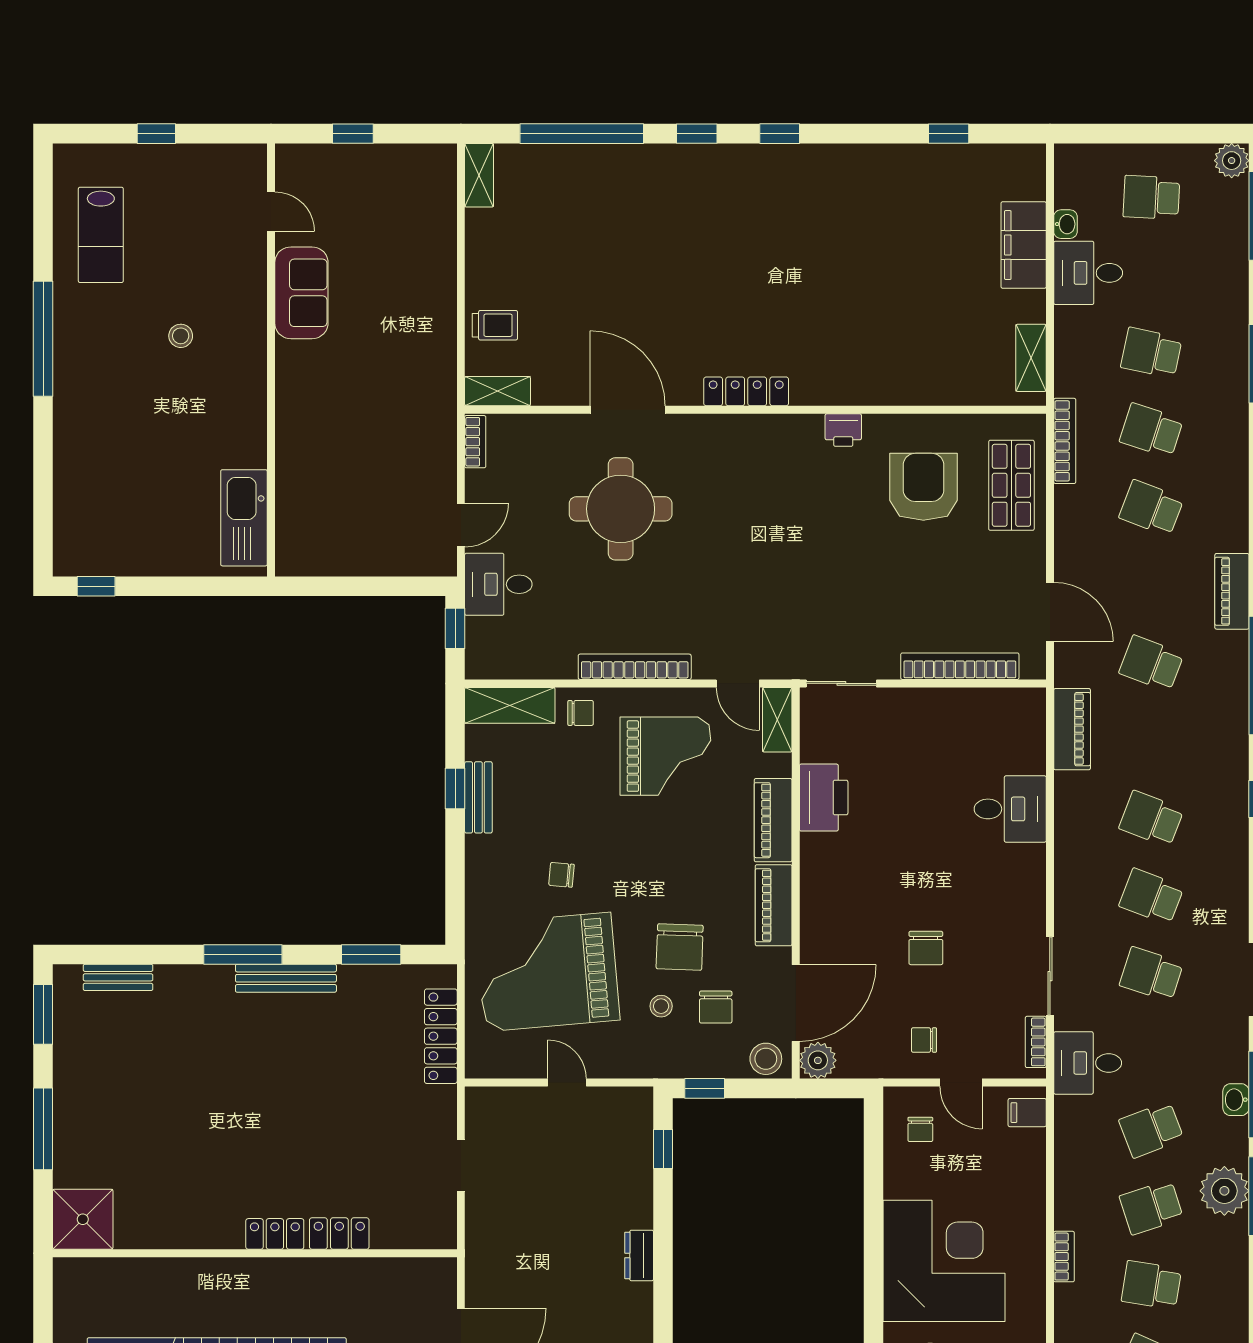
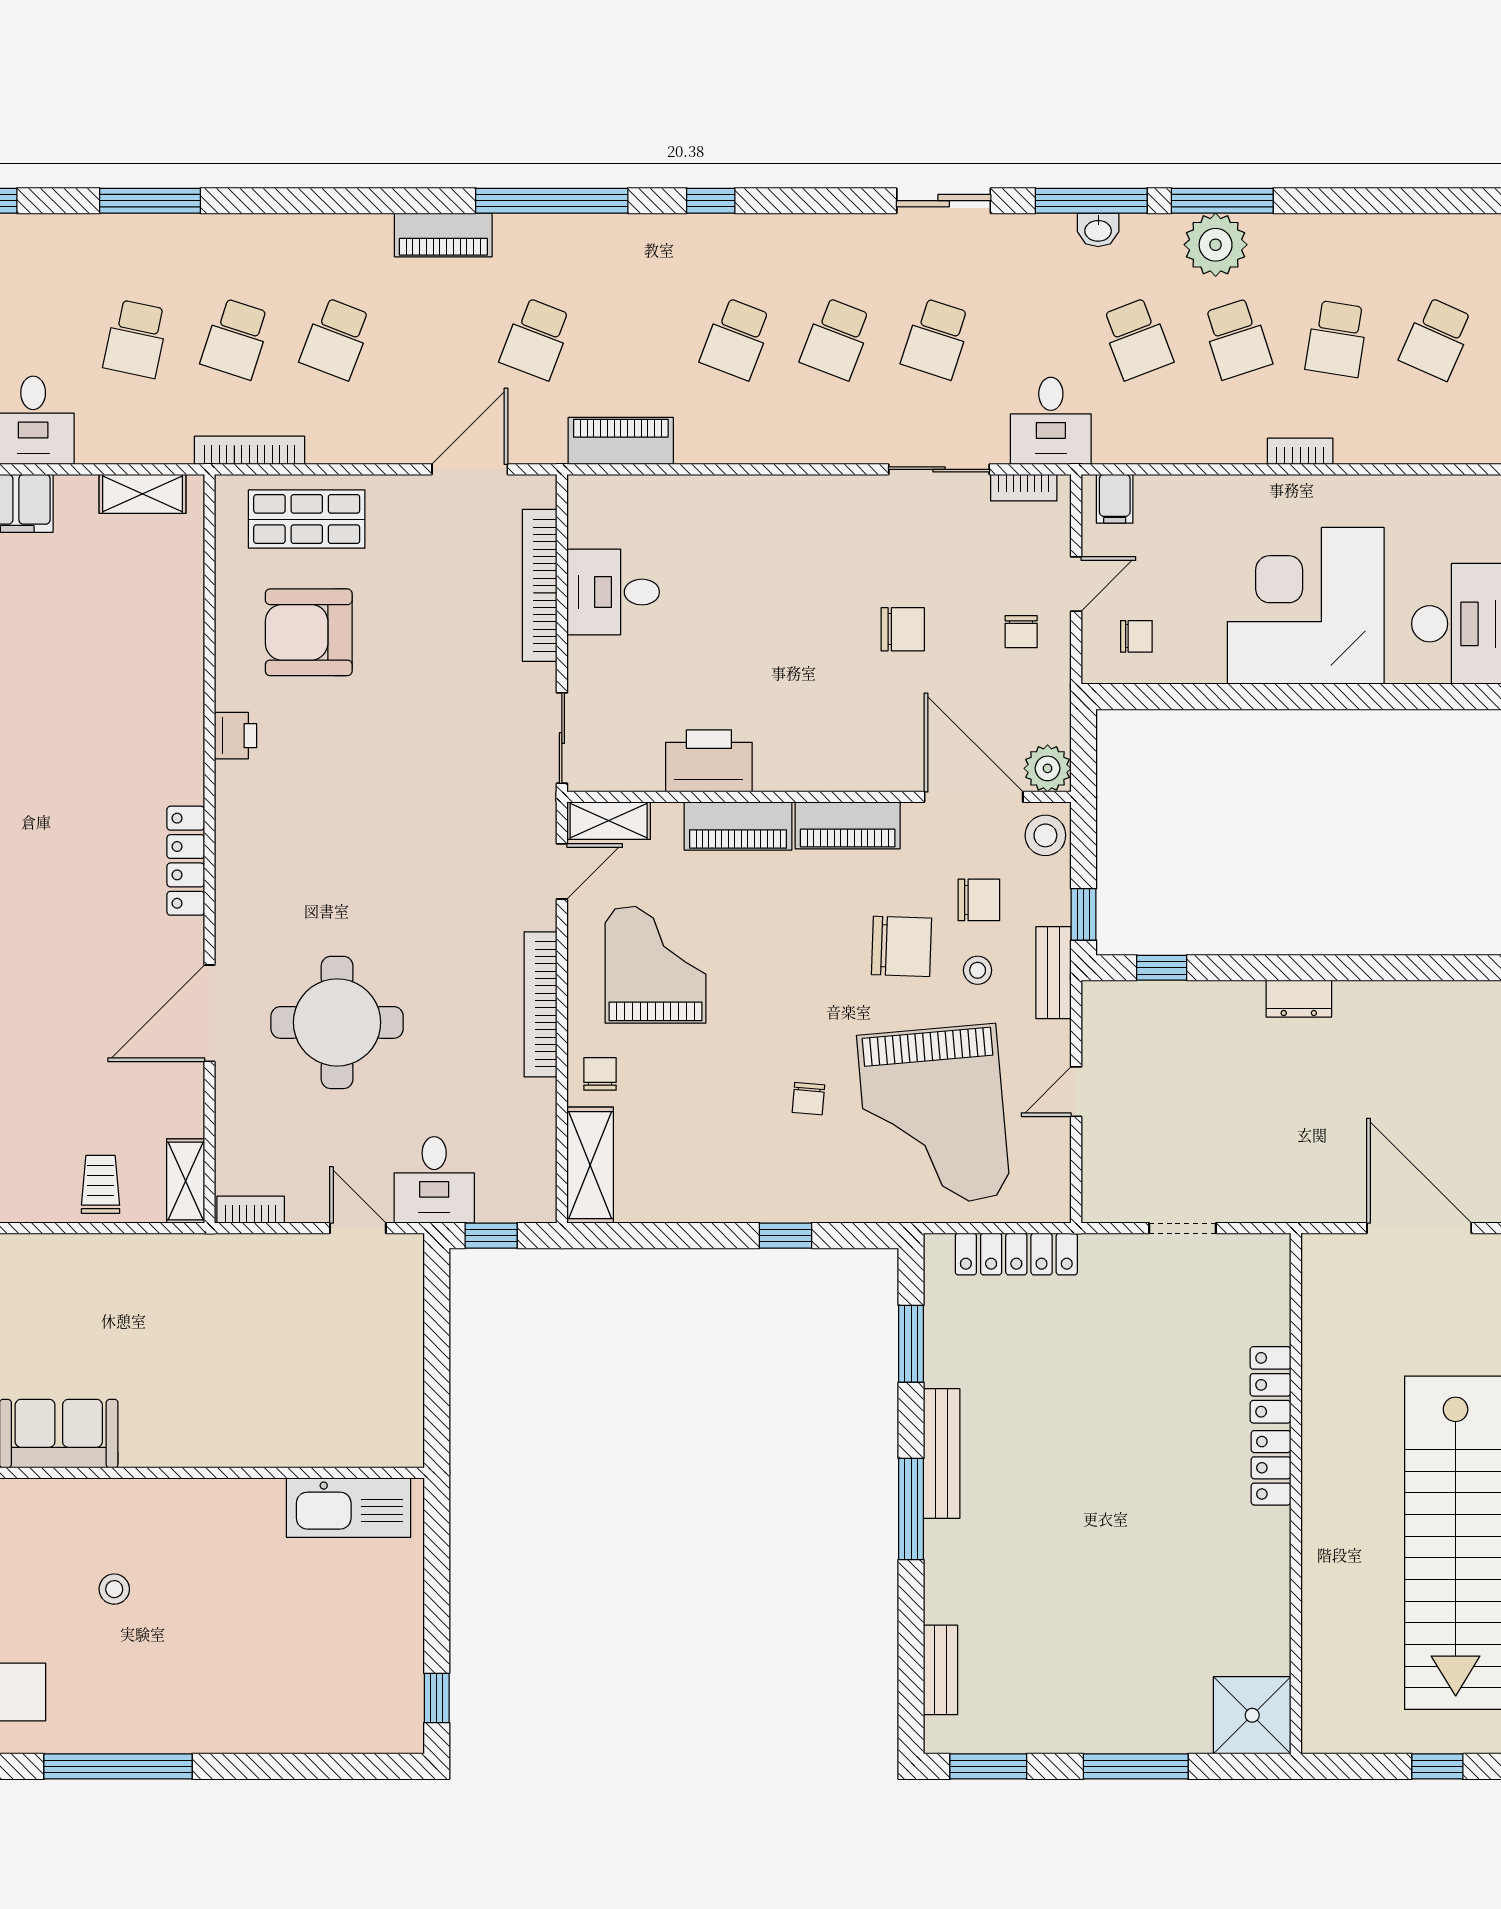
window: (455, 788) -> (786, 1236), moved
bench: (478, 797) -> (1054, 973), moved, turned 90
desk: (1010, 809) -> (613, 592), moved, turned -90

